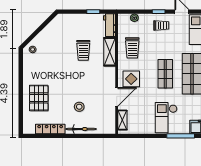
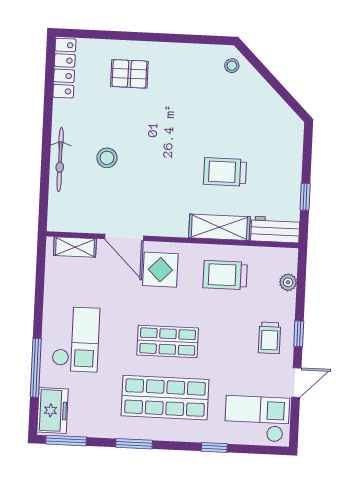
pallet: (39, 98) -> (129, 74), width x0.67, depth x0.71
checkout: (166, 118) -> (76, 339), turned 90
locker: (50, 129) -> (64, 68), moved

